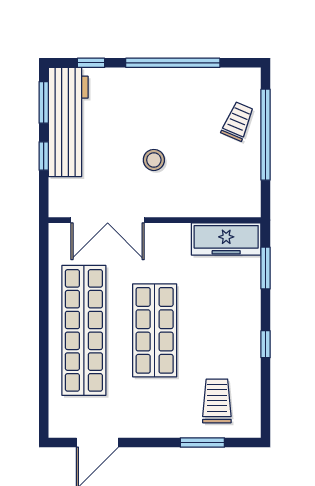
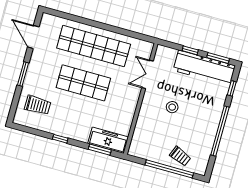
double door: (108, 220) -> (148, 74), width x0.73
freezer: (226, 239) -> (108, 140), moved, turned 90
window: (202, 442) -> (23, 74), moved

